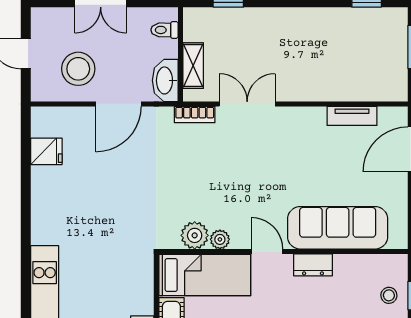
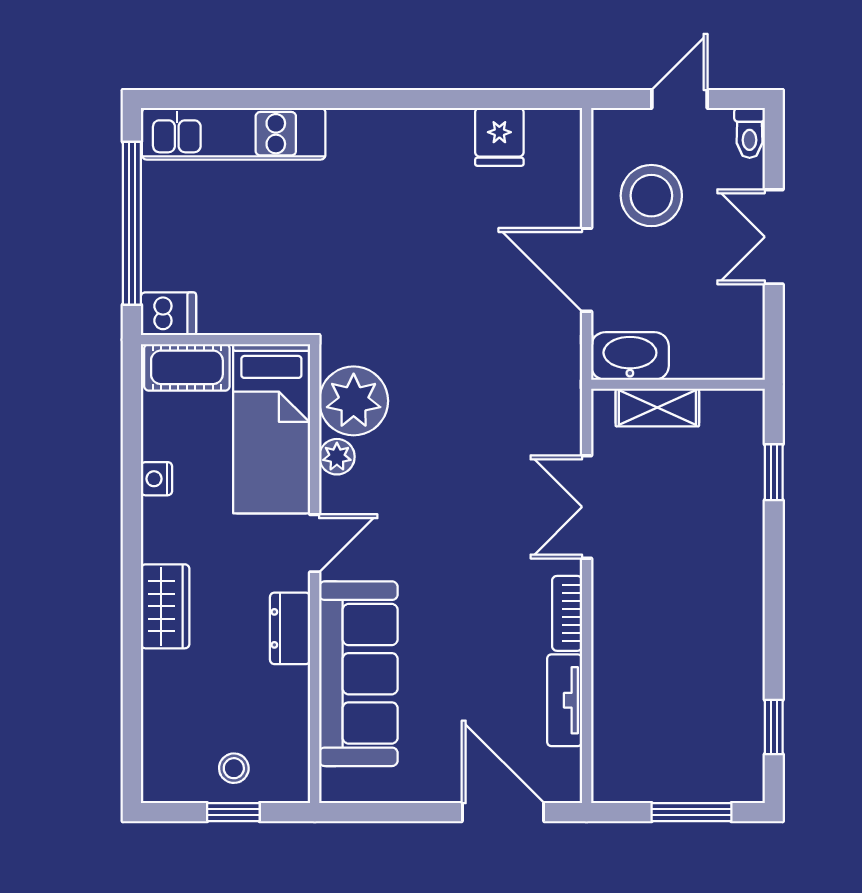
toilet: (165, 30) -> (750, 133), moved, turned 180
double door: (247, 104) -> (587, 507), swing flipped
bookcase: (195, 115) -> (567, 613), moved
plant: (195, 235) -> (354, 401), width x1.36, depth x1.36

